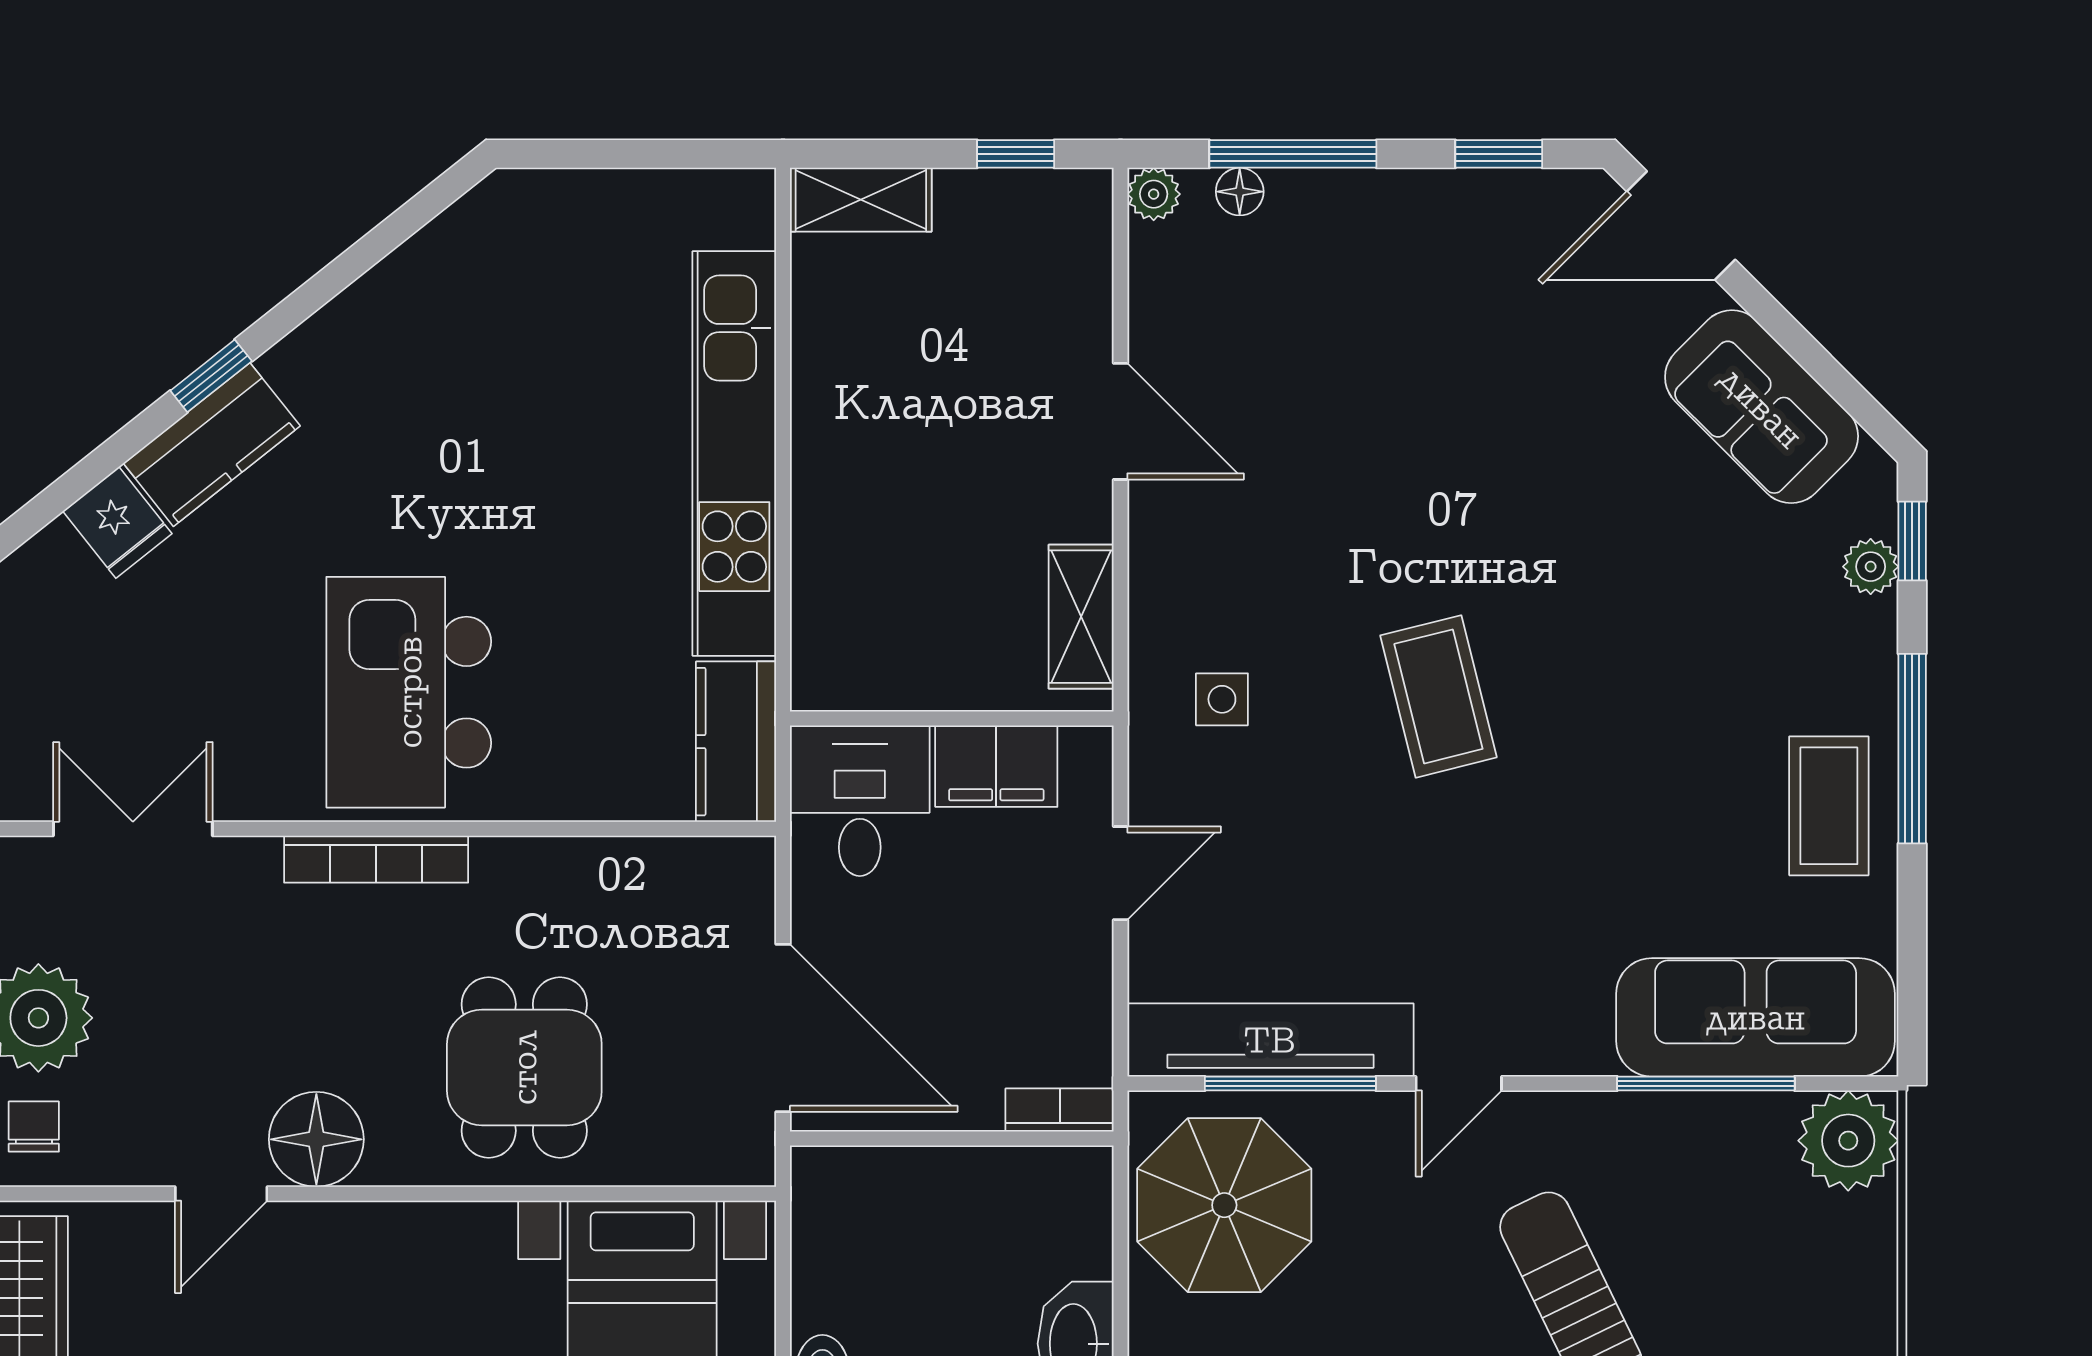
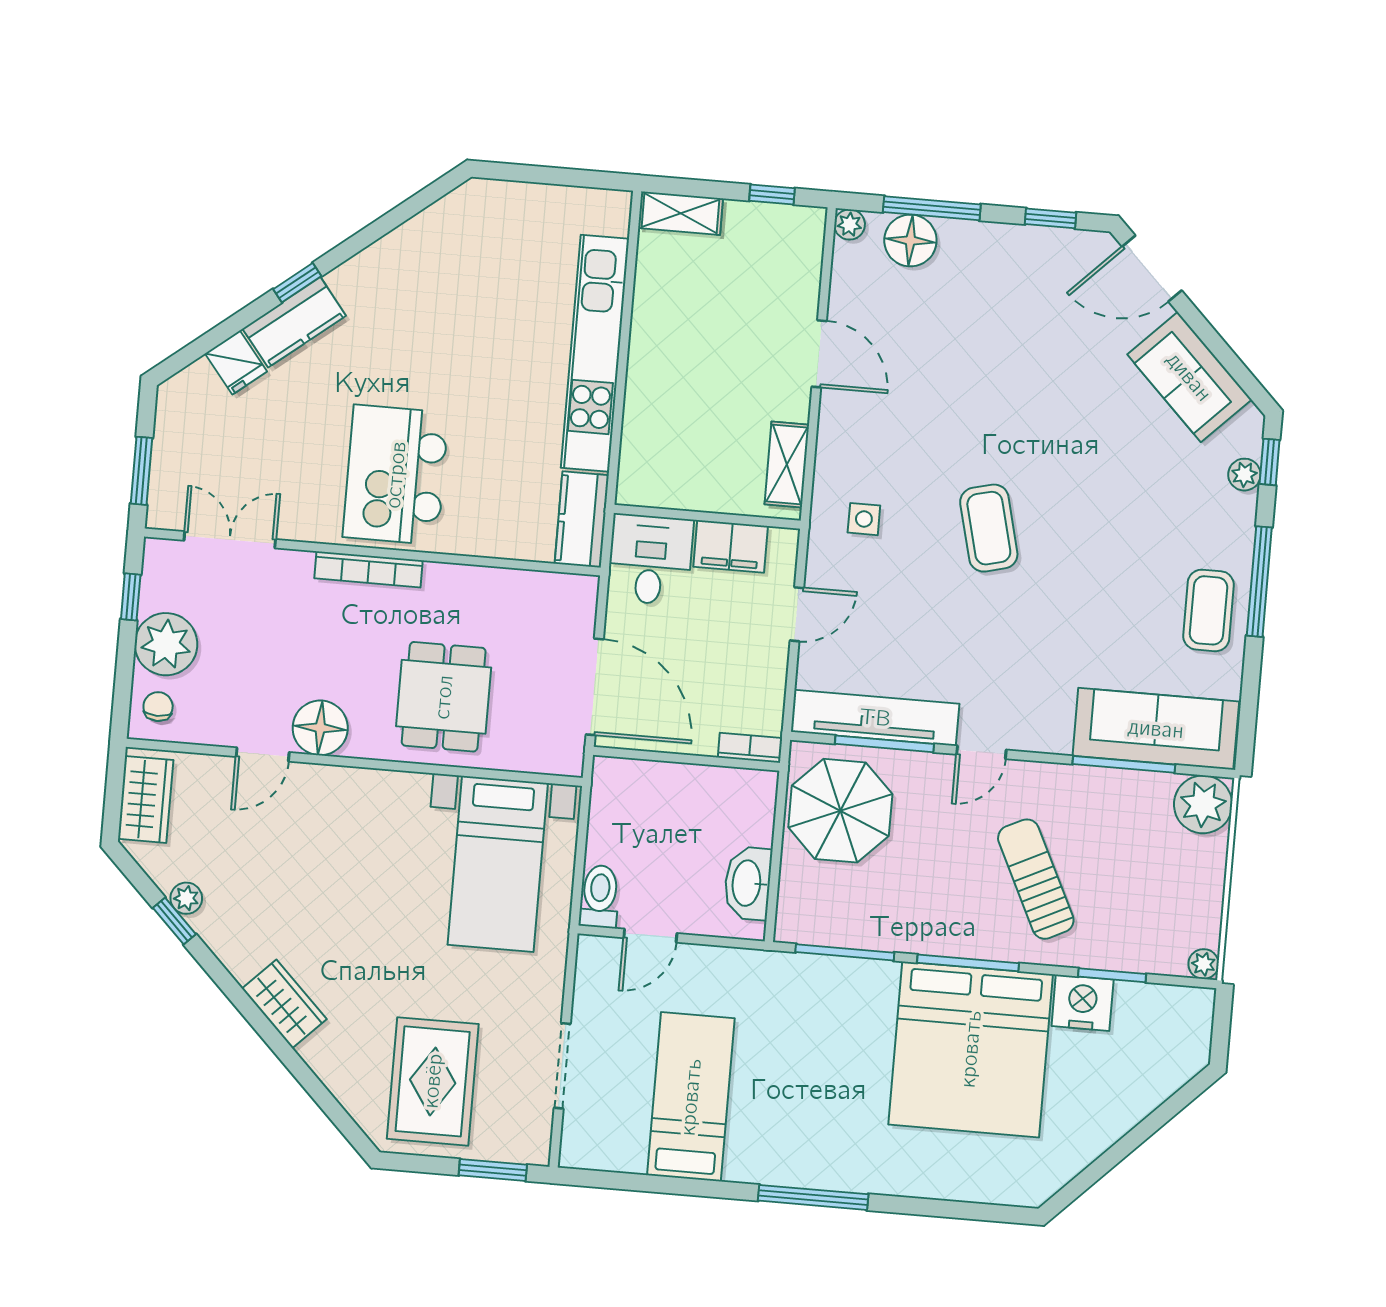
floor lamp: (1240, 192) -> (910, 241), width x1.89, depth x1.89

